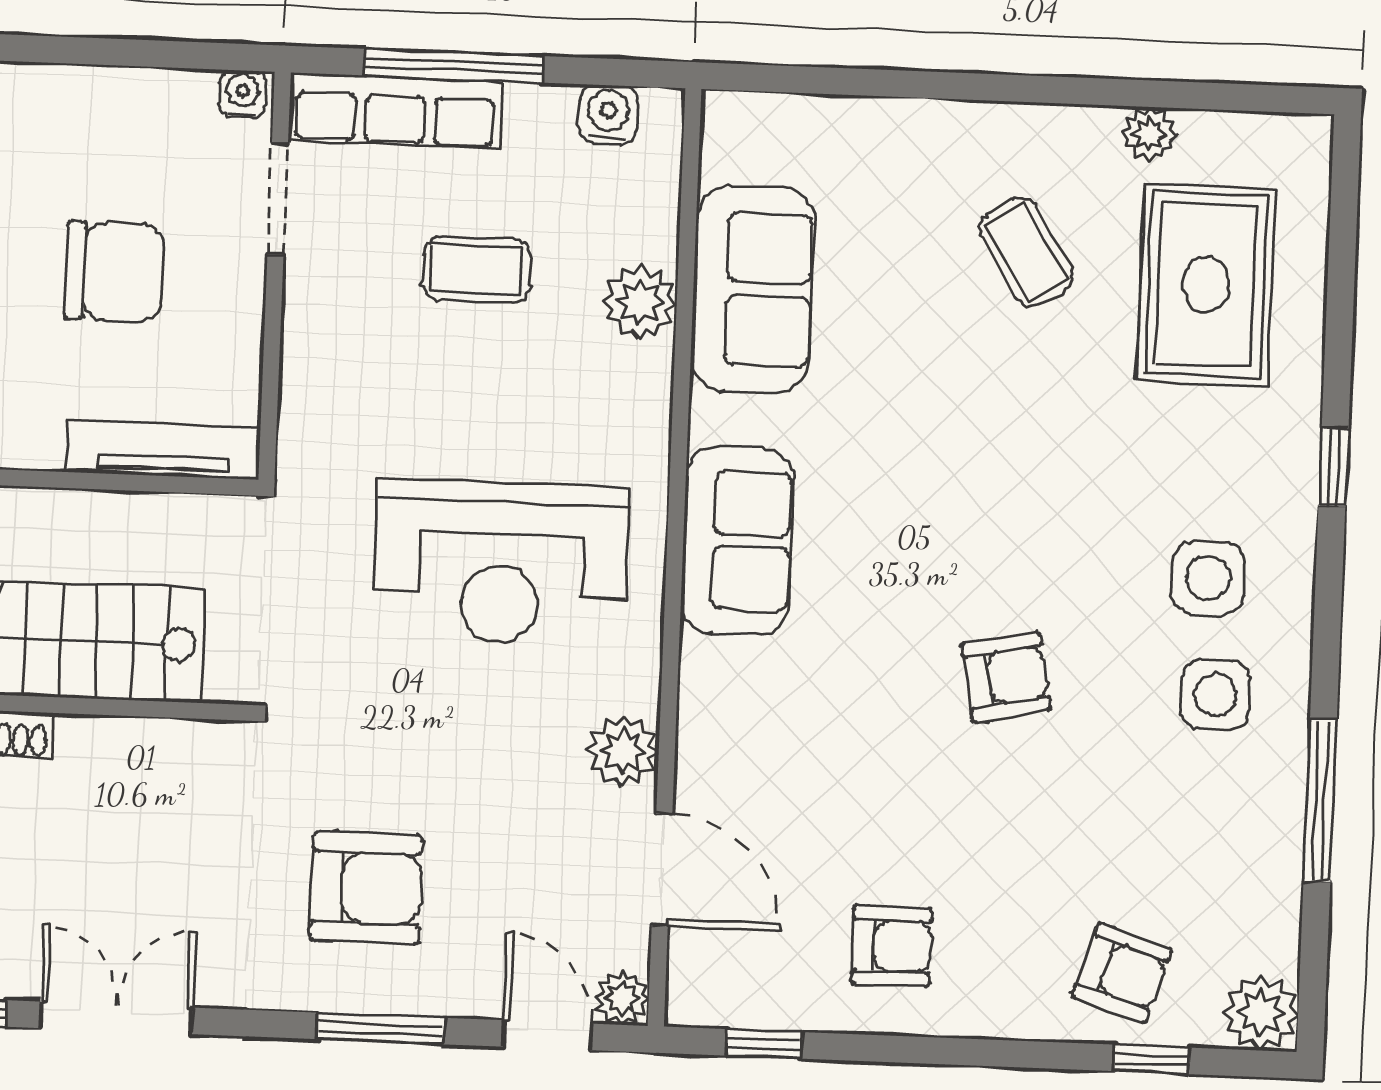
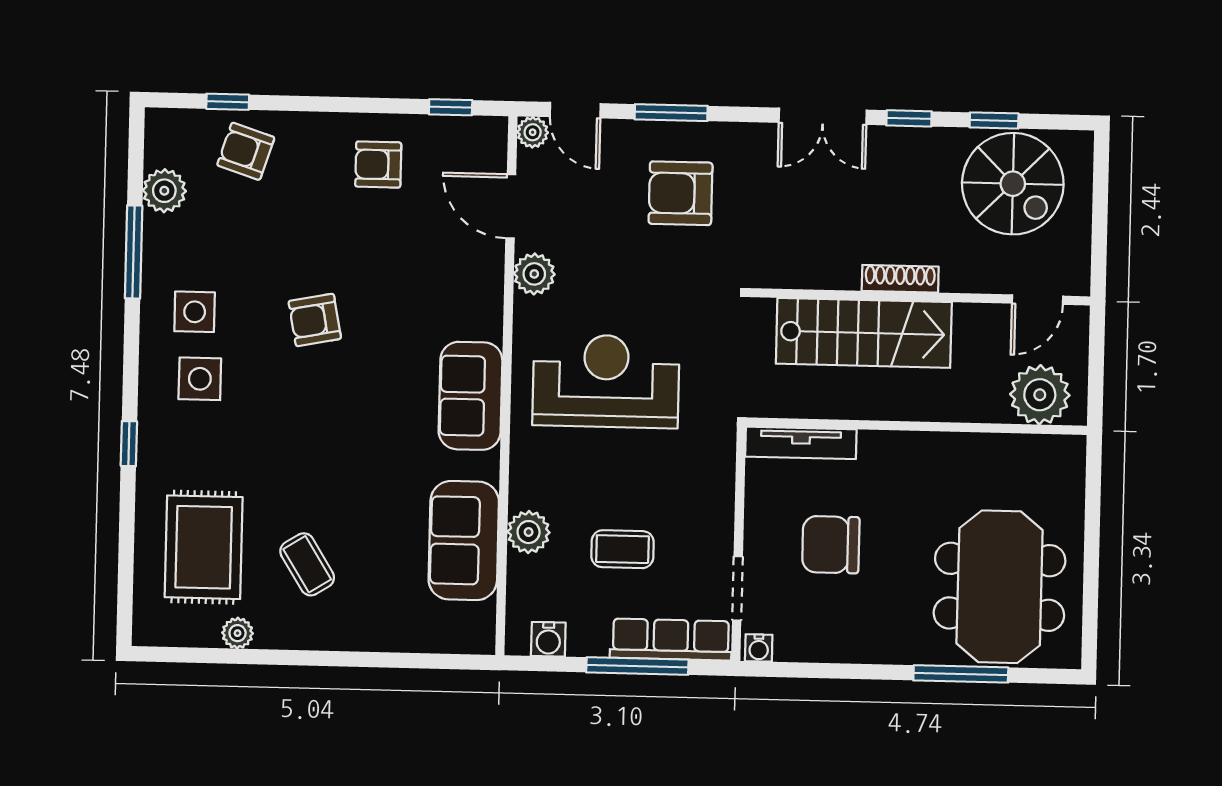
plant: (1260, 1013) -> (164, 191), moved

